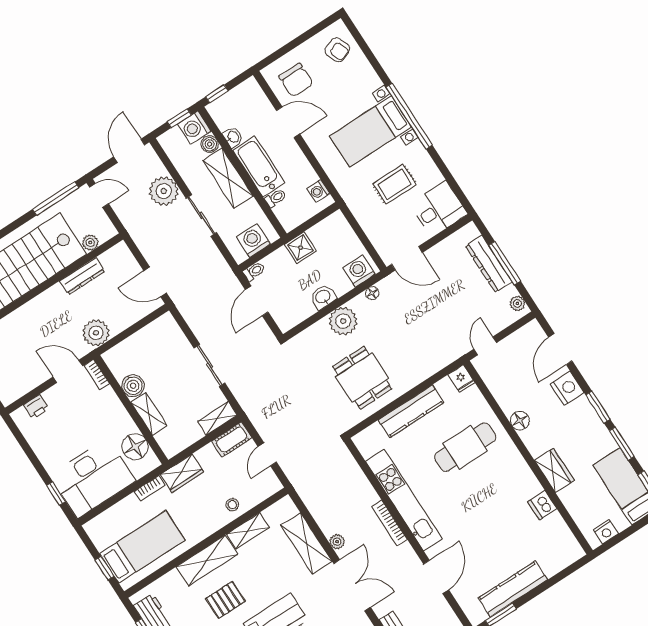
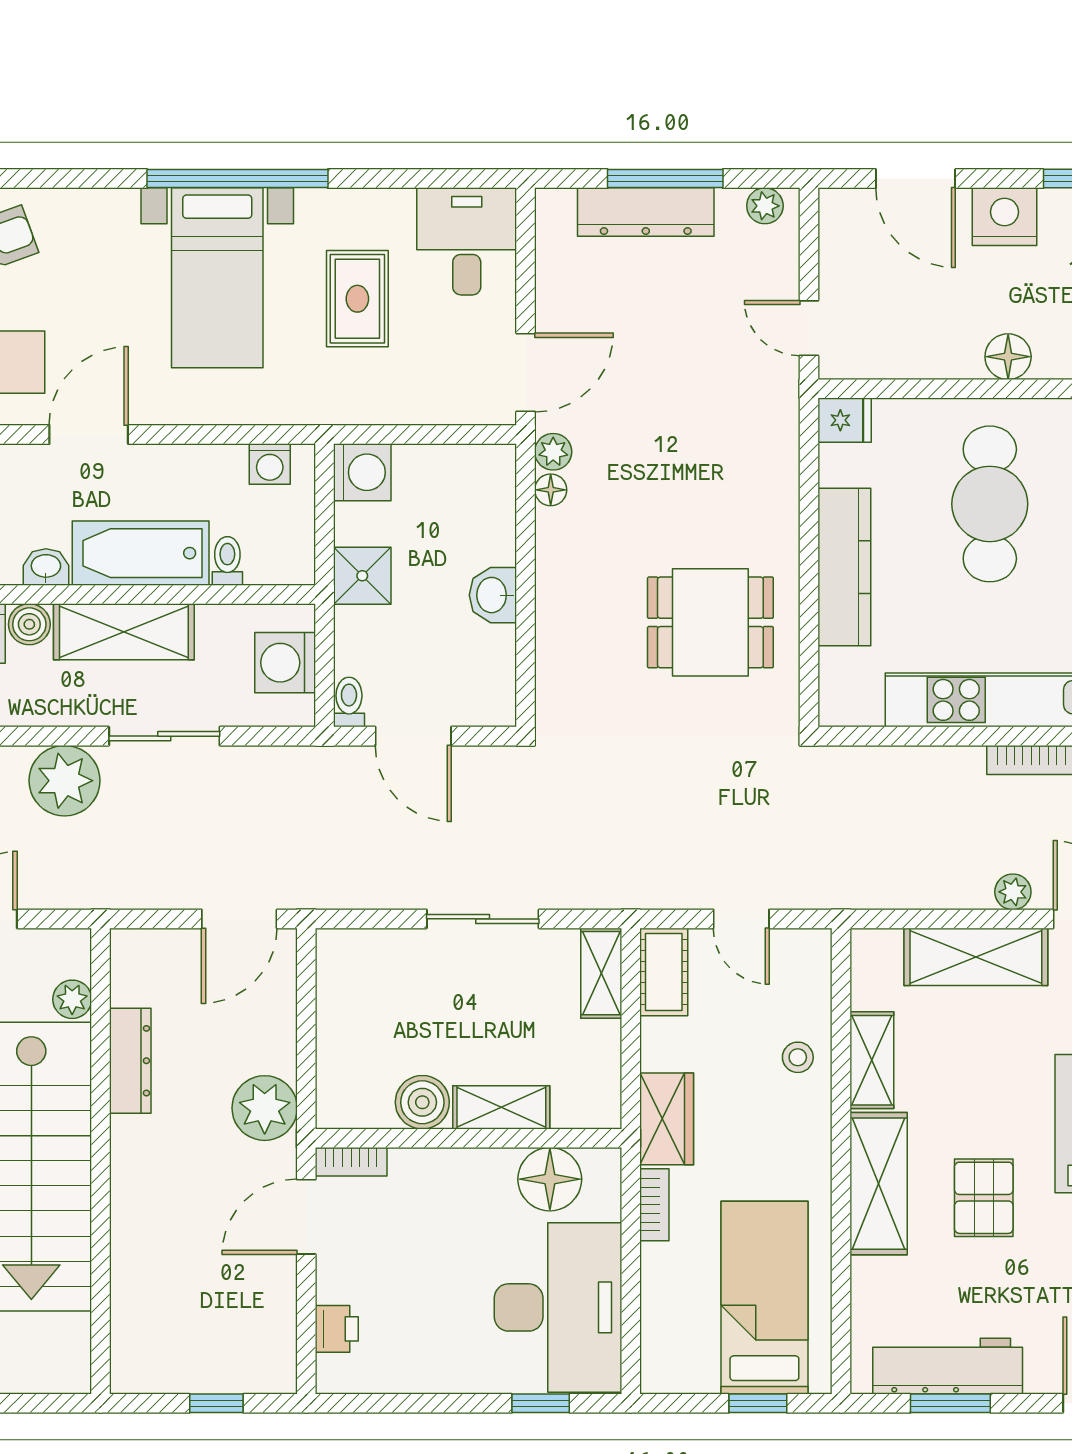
washing machine: (359, 271) -> (362, 472), moved, turned 180
plant: (343, 321) -> (553, 452), moved, width x0.53, depth x0.53

